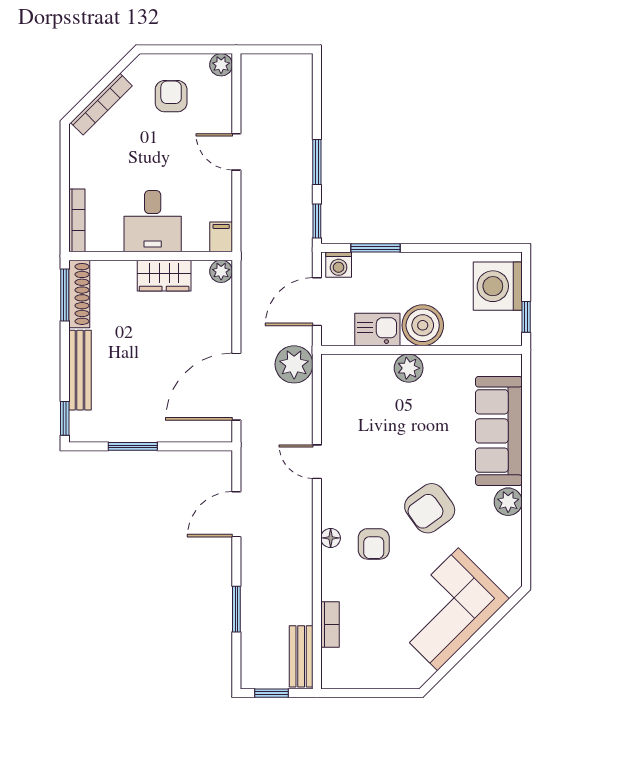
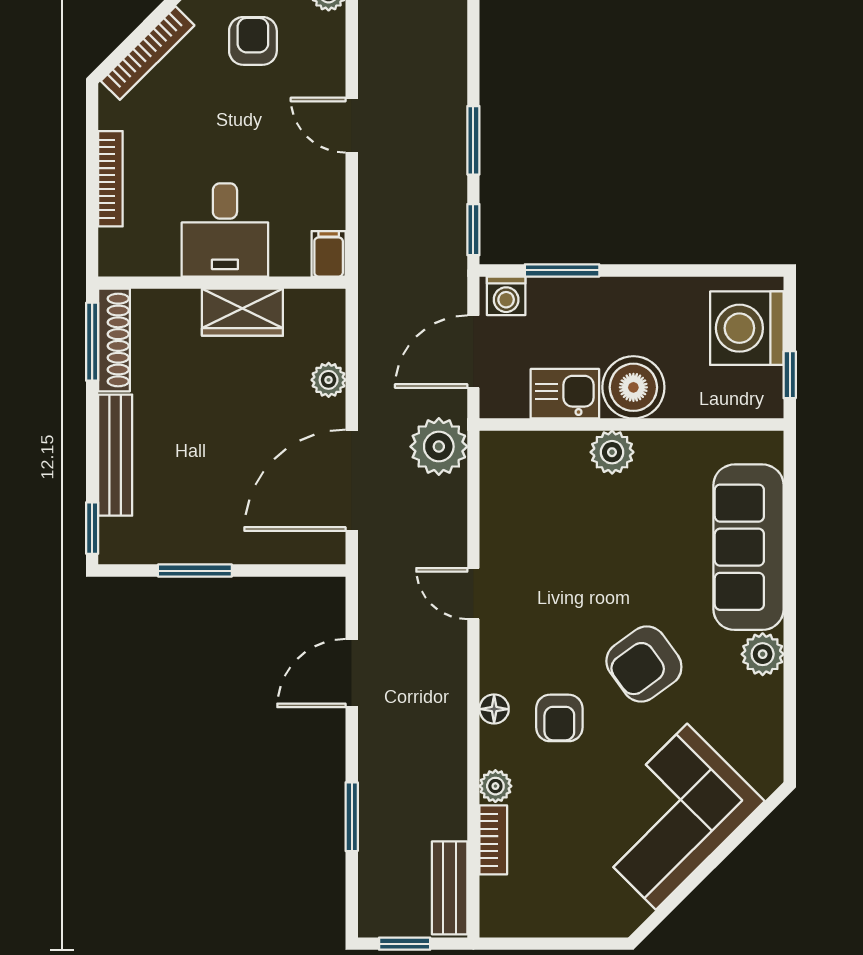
bookcase: (77, 220) -> (110, 179), moved
plant: (221, 271) -> (329, 380), moved
plant: (331, 589) -> (495, 786), added

